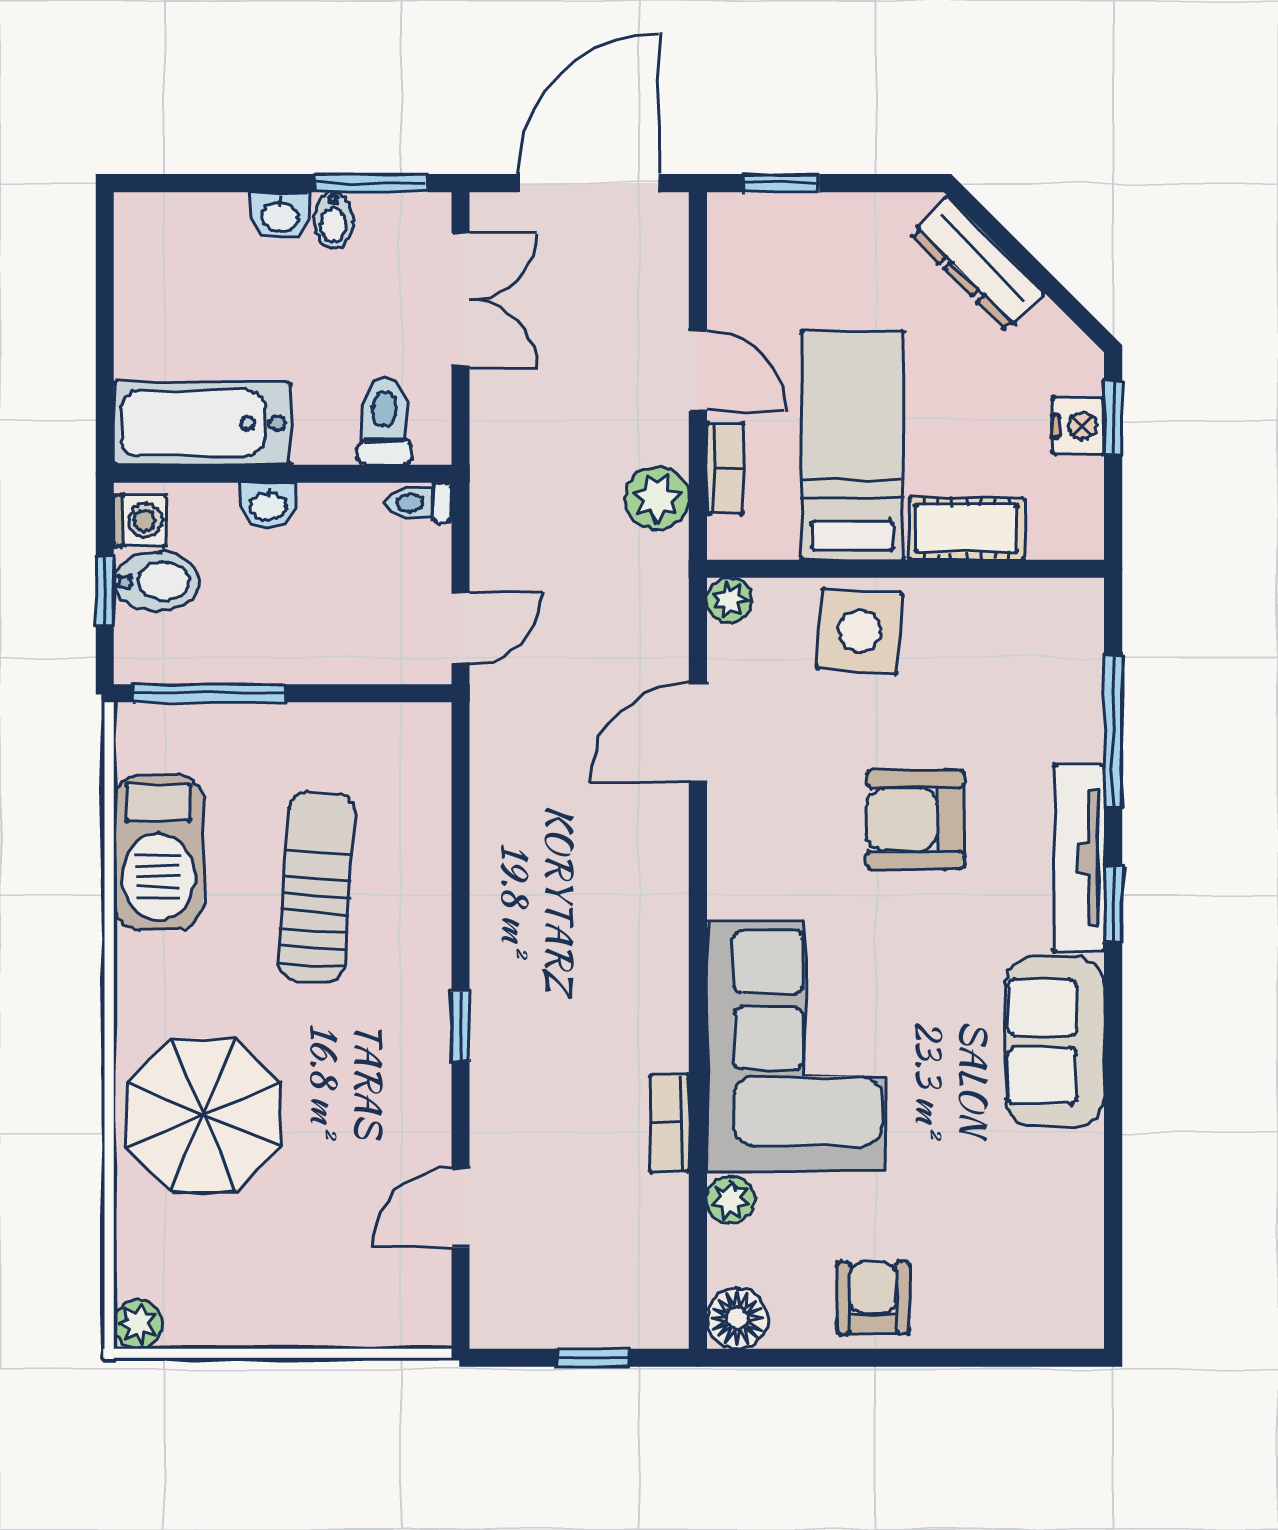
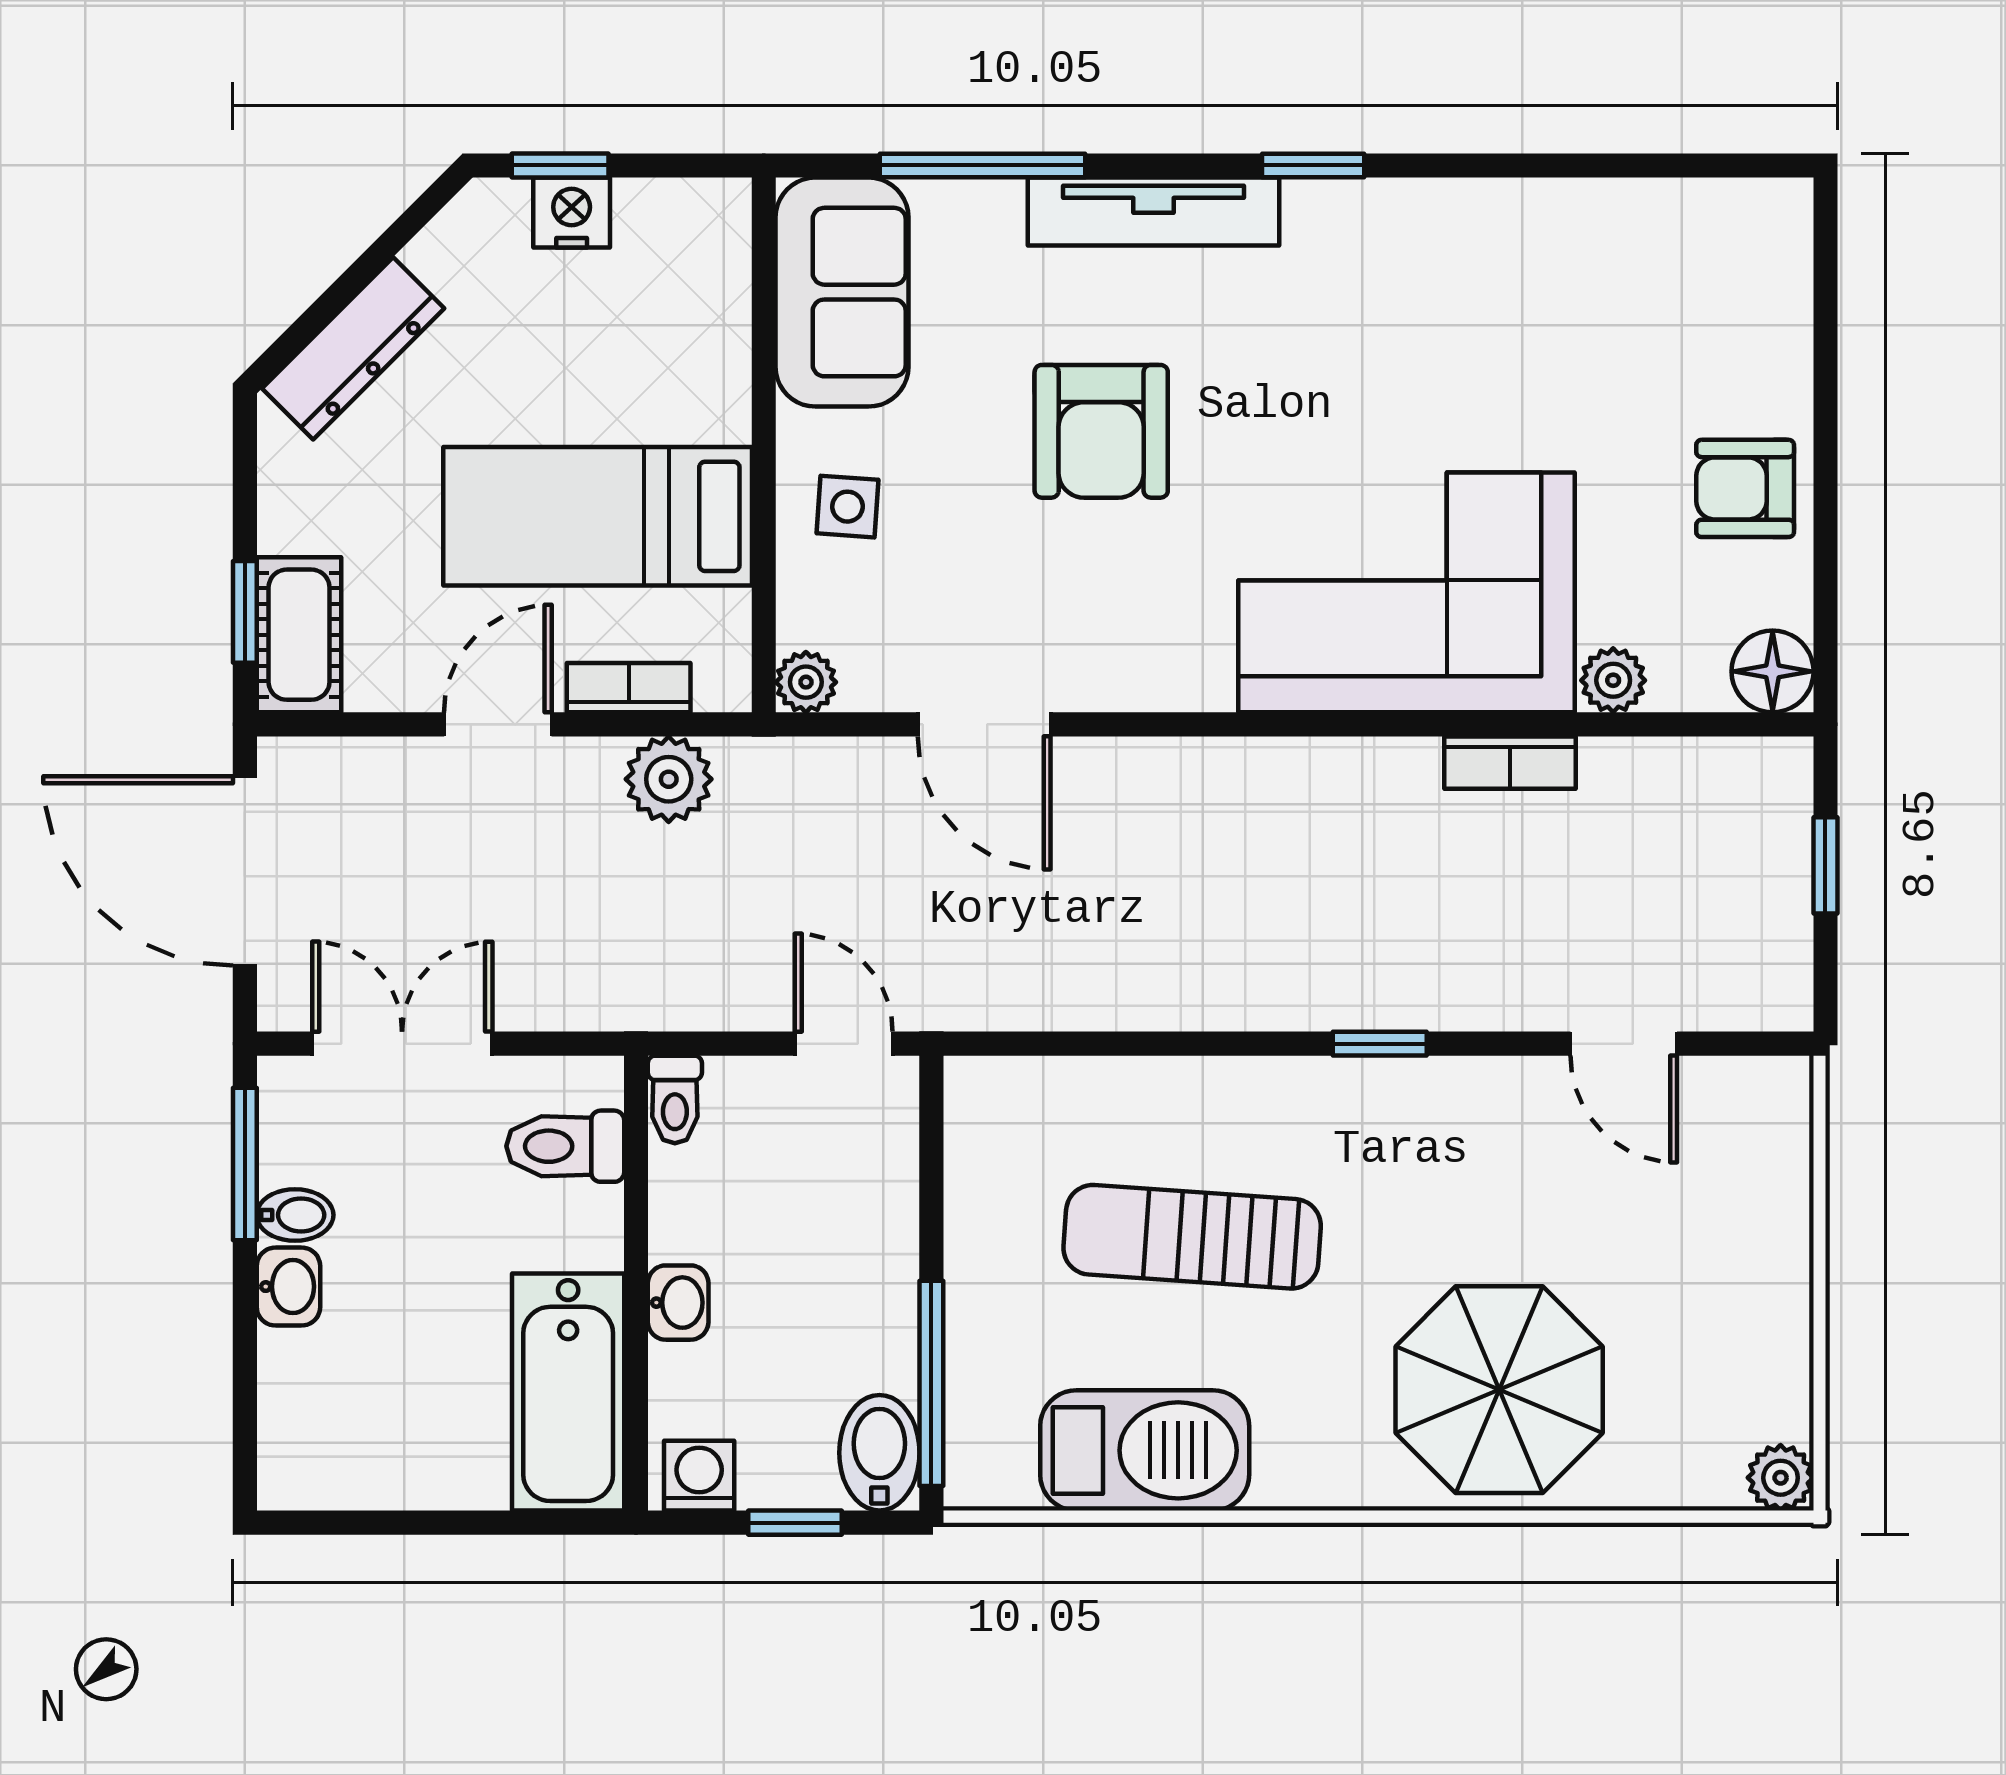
cot: (966, 528) -> (299, 635), moved
bidet: (157, 581) -> (879, 1453), moved
side table: (860, 631) -> (847, 507), width x0.54, depth x0.54
window: (1113, 904) -> (1313, 165), moved
sofa: (1055, 1042) -> (842, 292), moved, turned -90

